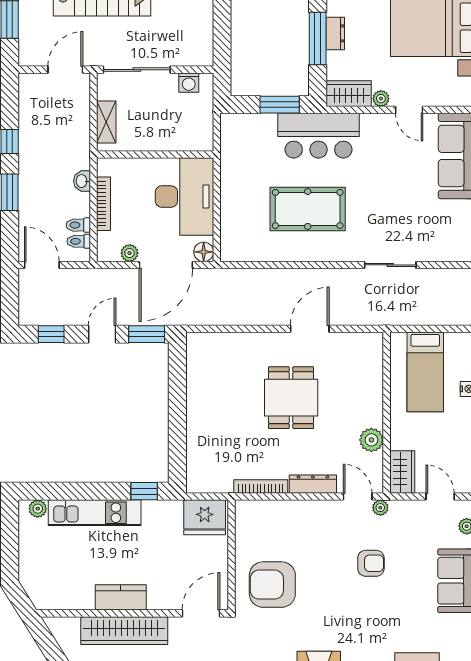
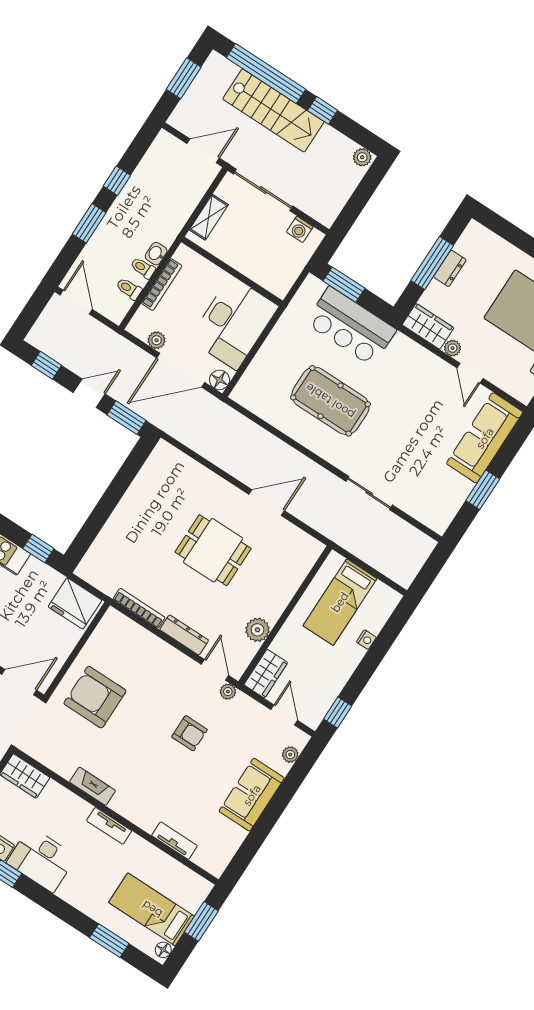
window: (280, 105) -> (344, 285), moved
bar counter: (318, 136) -> (351, 326), moved
toilet: (79, 241) -> (143, 268), moved
dining table: (291, 398) -> (213, 550), turned 90

